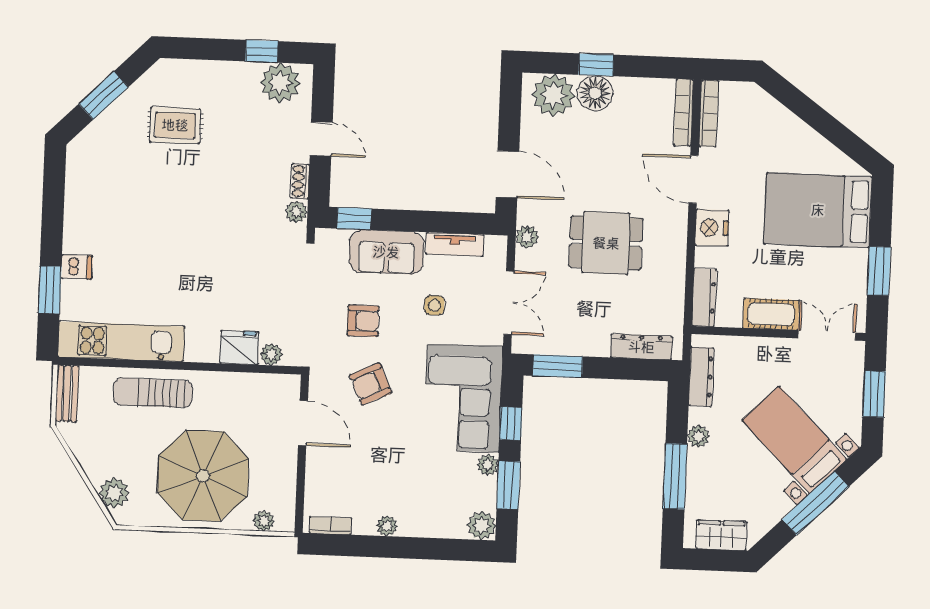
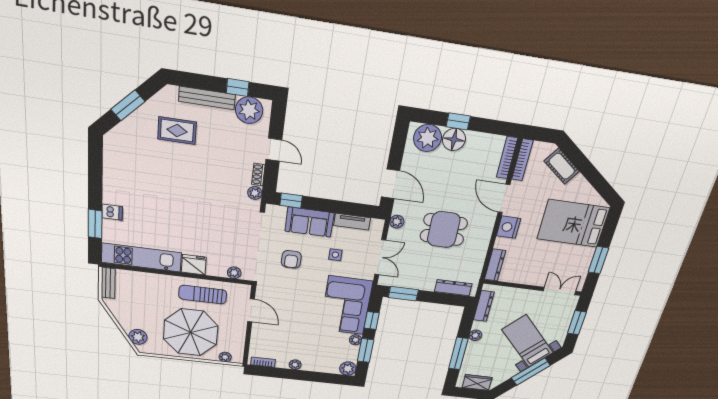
bench: (218, 72) -> (207, 98), added
cot: (771, 314) -> (562, 166), moved, turned 36
armchair: (363, 321) -> (291, 259), turned 90
fridge: (239, 348) -> (194, 265), moved
armchair: (371, 384) -> (293, 294), removed
sun lounger: (153, 393) -> (203, 295), moved

